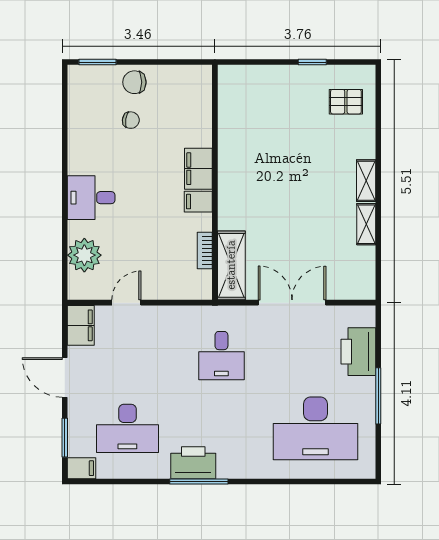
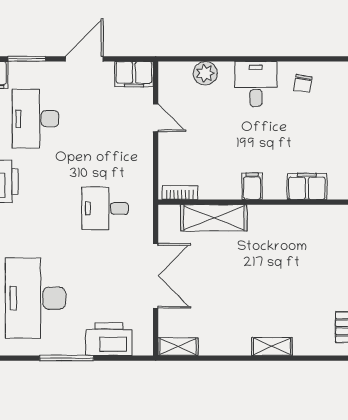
chair: (131, 120) -> (303, 83), moved
filing cabinet: (198, 169) -> (307, 186), moved
shelving: (366, 224) -> (178, 347), moved
bookcase: (205, 251) -> (180, 193), moved
plant: (84, 255) -> (205, 73), width x0.73, depth x0.73
shelving: (231, 265) -> (214, 218), moved

